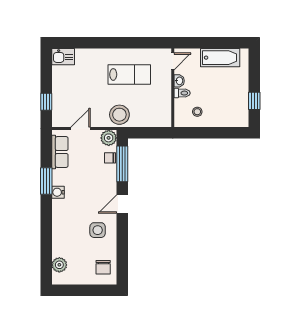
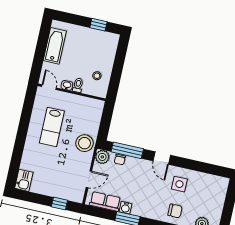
lab bench: (129, 74) -> (52, 127), turned 180
door: (80, 129) -> (89, 179), swing flipped
water cooler: (58, 192) -> (126, 208), moved
chair: (103, 267) -> (175, 211), moved

